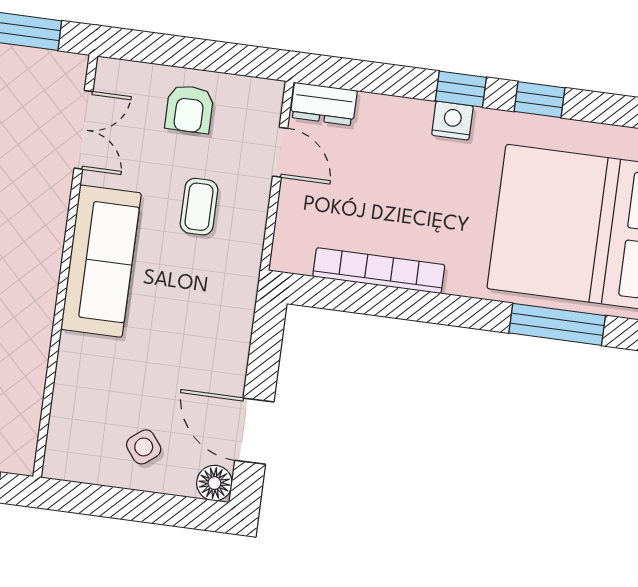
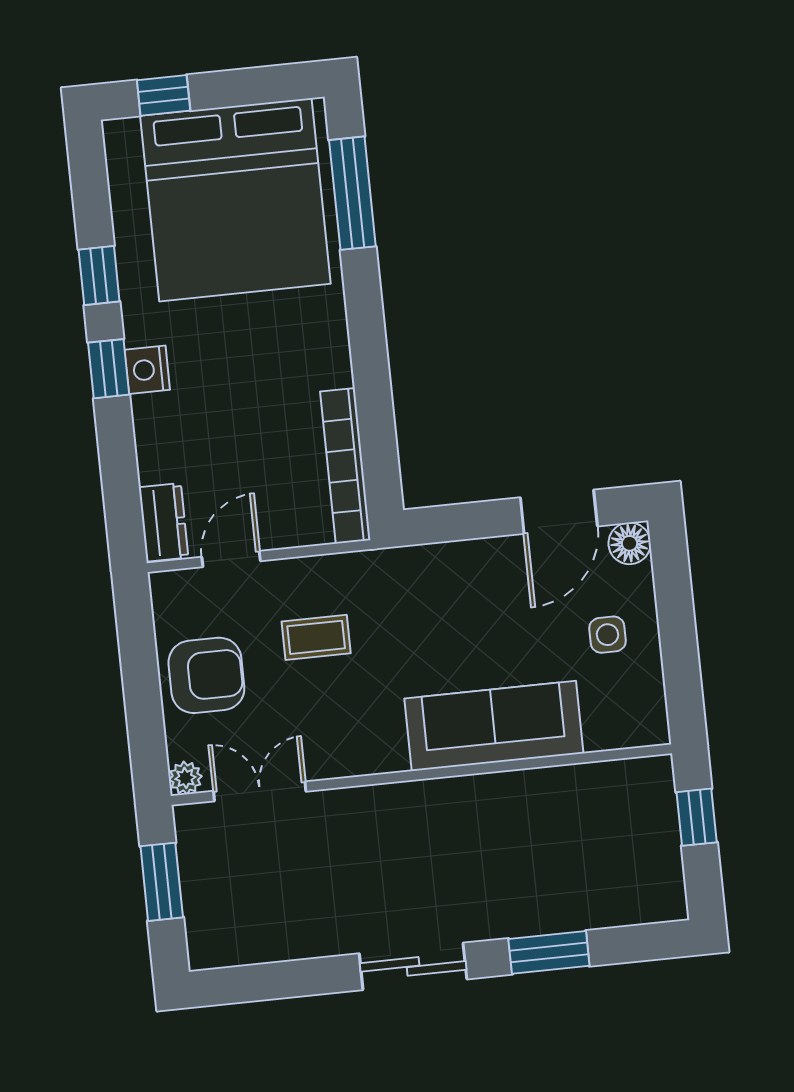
plant: (109, 71) -> (185, 778), added
armchair: (189, 109) -> (206, 675), width x1.38, depth x1.38
sofa: (101, 261) -> (494, 726), moved
bookcase: (379, 271) -> (345, 466), moved
side table: (144, 447) -> (607, 635), turned 38

